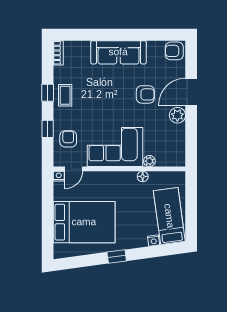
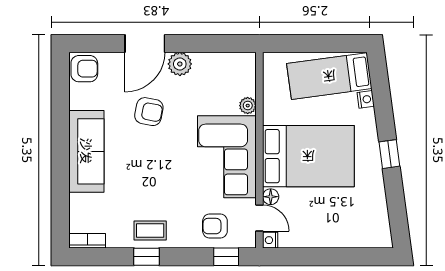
armchair: (174, 51) -> (84, 69), turned -90
door: (191, 92) -> (145, 44), hinge flipped
armchair: (145, 94) -> (149, 112), turned 101
window: (48, 129) -> (226, 257), moved
floor lamp: (143, 176) -> (271, 197), moved
bed: (84, 222) -> (308, 156), moved, turned 90

